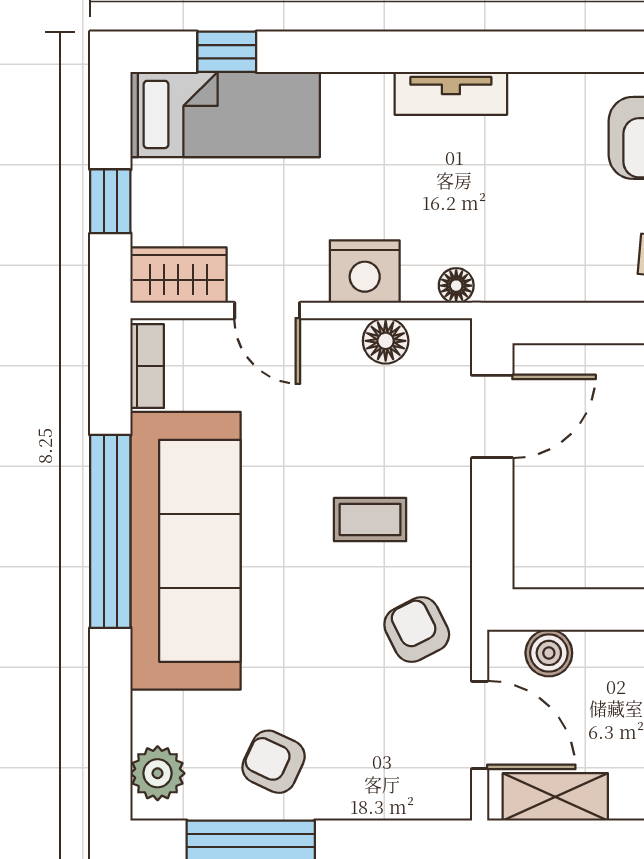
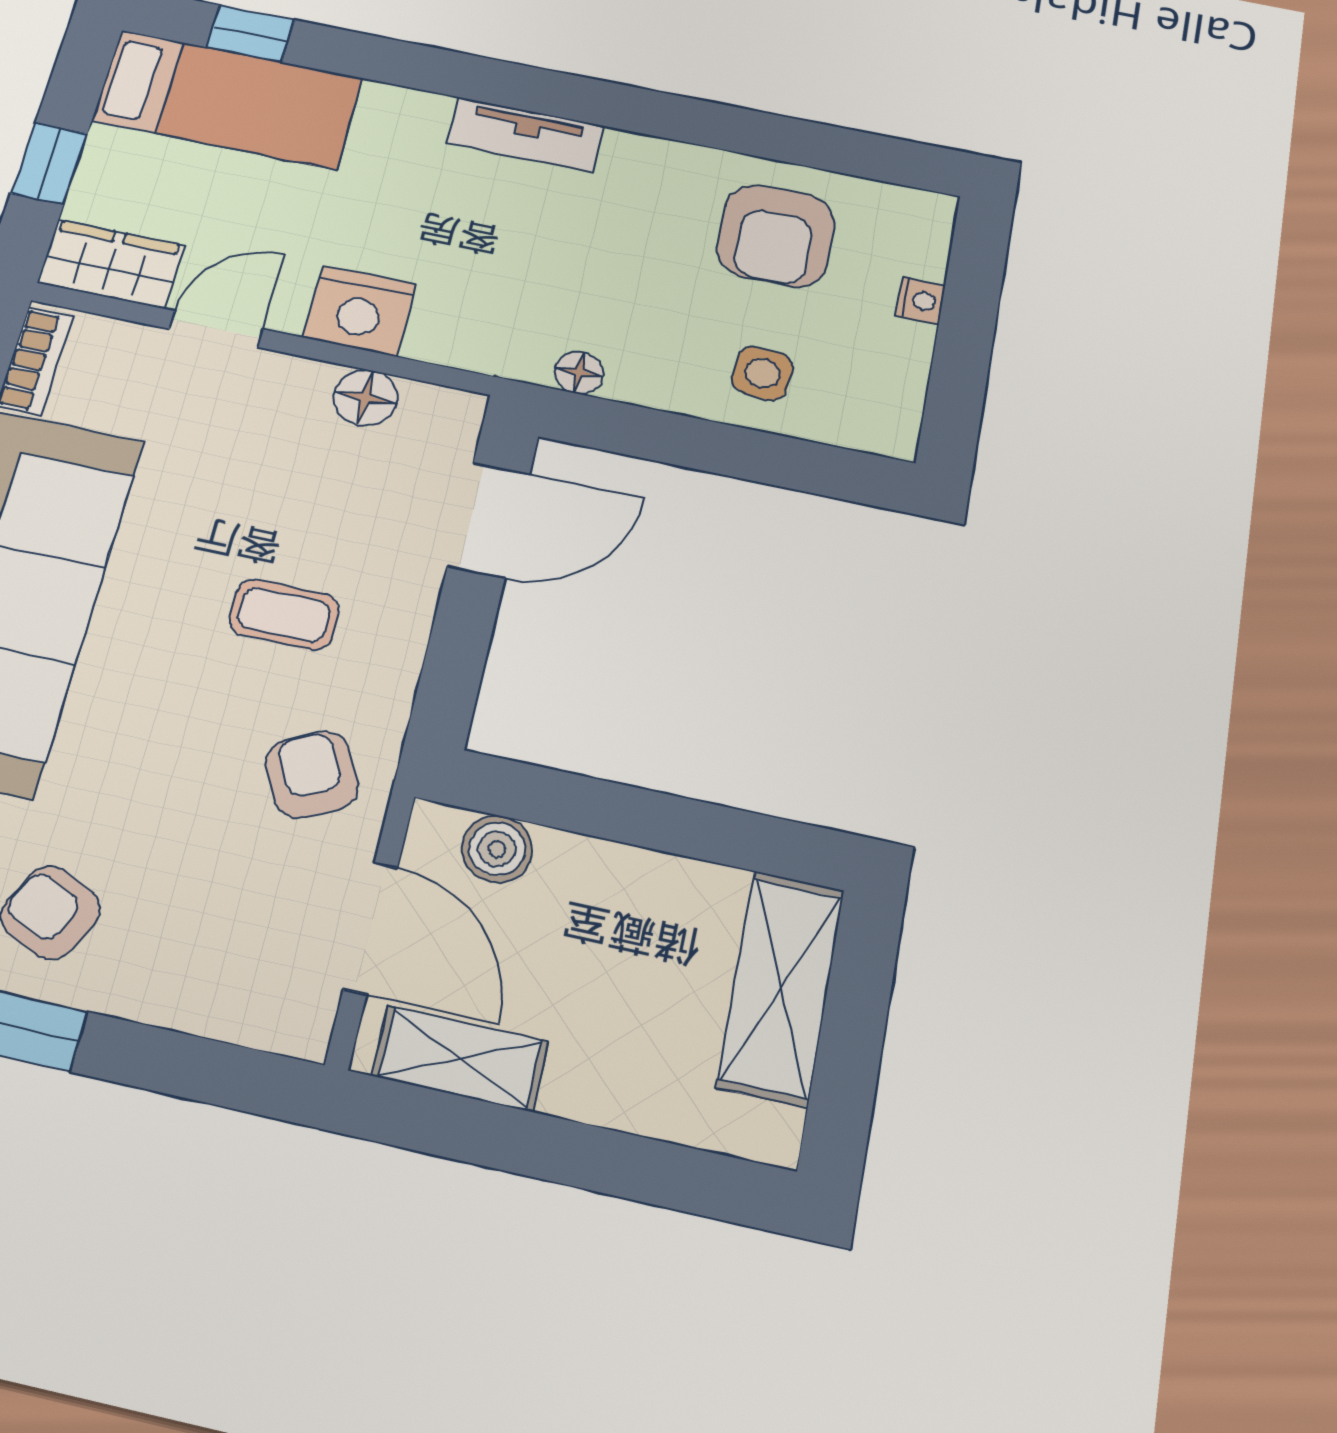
floor lamp: (456, 286) -> (579, 373), moved
door: (267, 311) -> (216, 329), swing flipped

